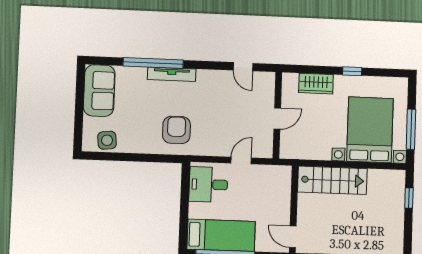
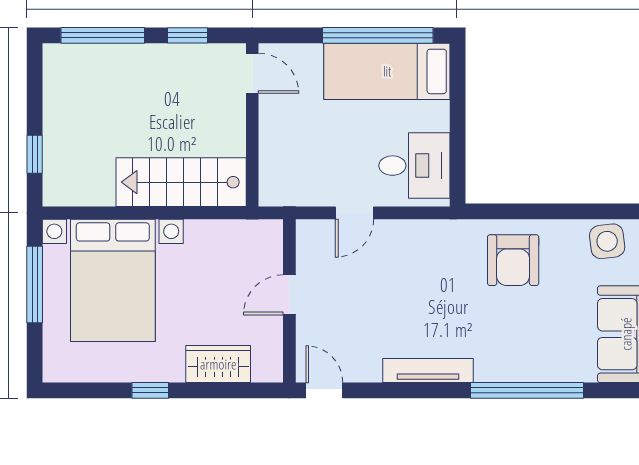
door: (243, 67) -> (324, 390), moved
tv unit: (172, 74) -> (428, 370), moved
armchair: (176, 130) -> (513, 260), moved

